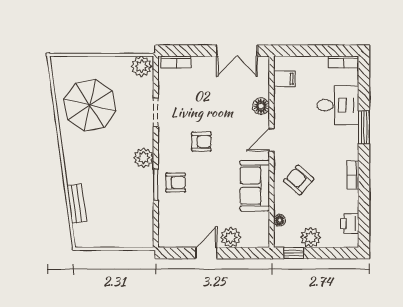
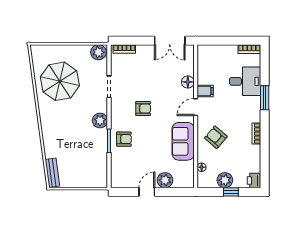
filing cabinet: (284, 79) -> (205, 91), moved
bench: (77, 203) -> (52, 173), moved
printer: (350, 224) -> (254, 180), moved
window: (294, 253) -> (231, 192), moved

